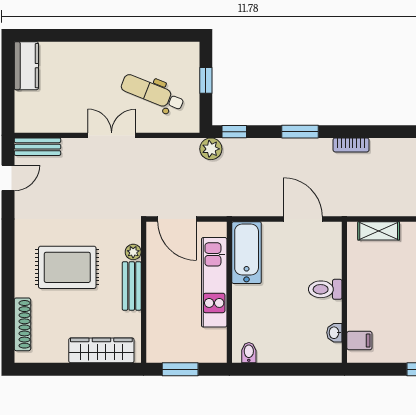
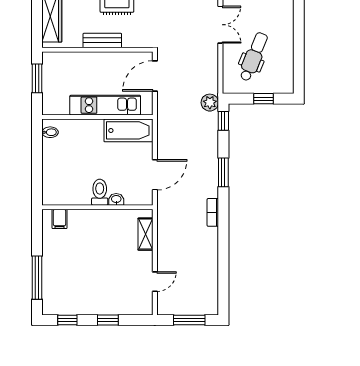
plant: (133, 252) -> (129, 42), removed
washbasin: (334, 333) -> (116, 199), moved

